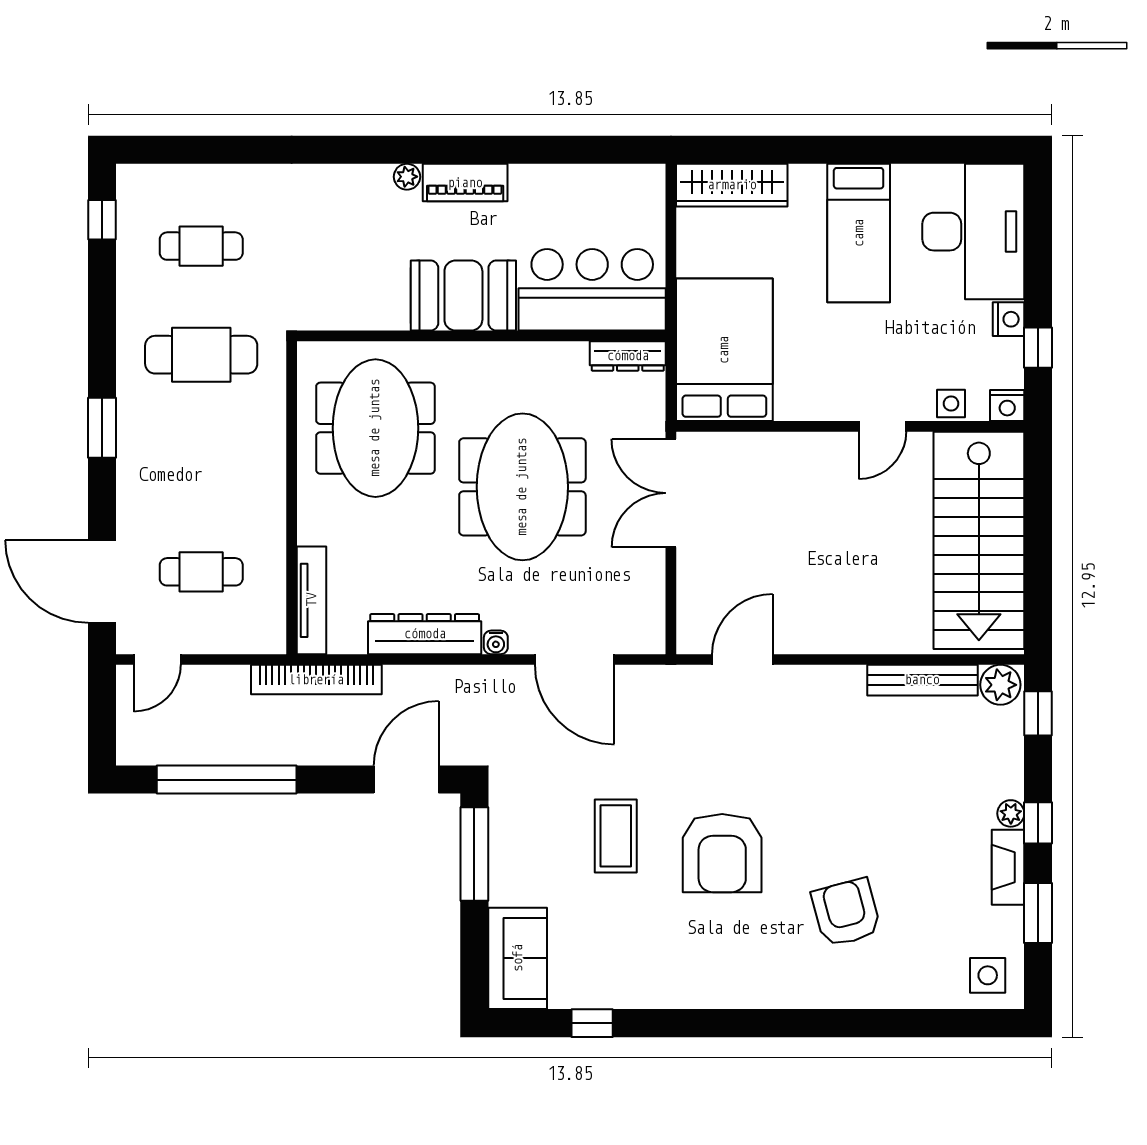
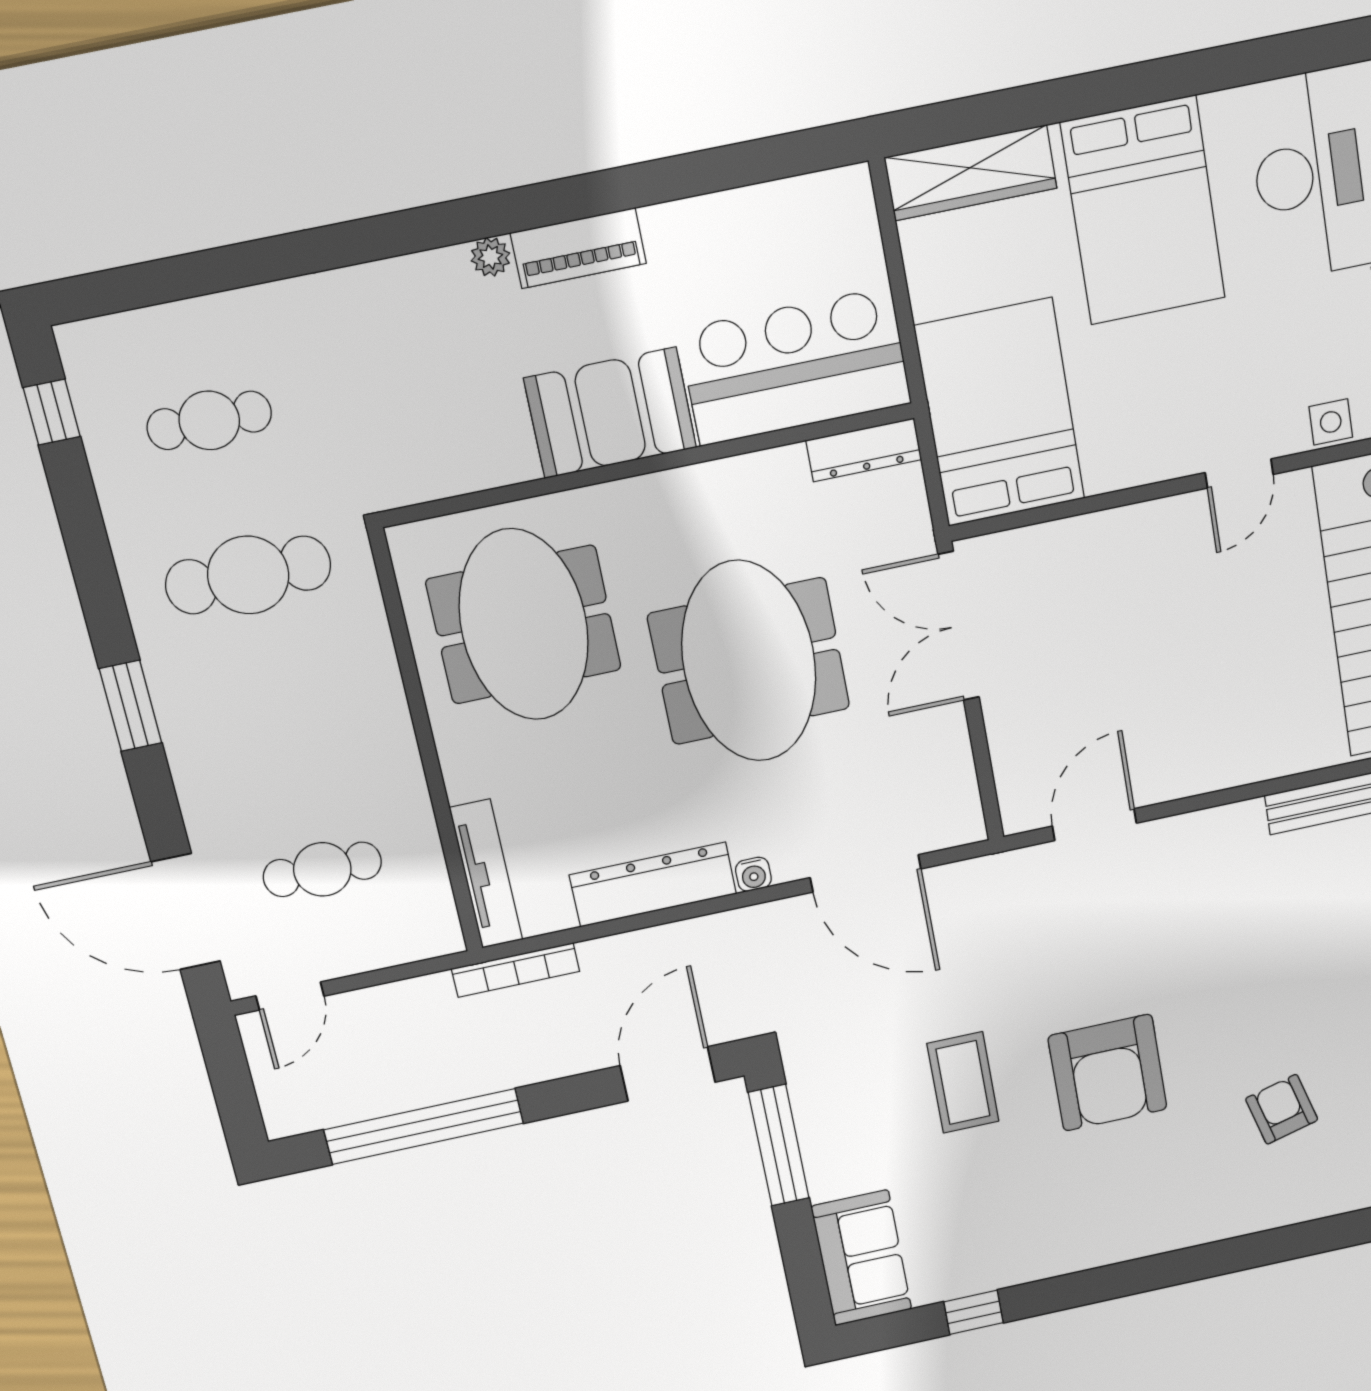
bed: (859, 233) -> (1143, 211), width x1.50
bookcase: (316, 680) -> (516, 970), width x0.68, depth x0.76
armchair: (846, 913) -> (1282, 1109), width x0.72, depth x0.72

